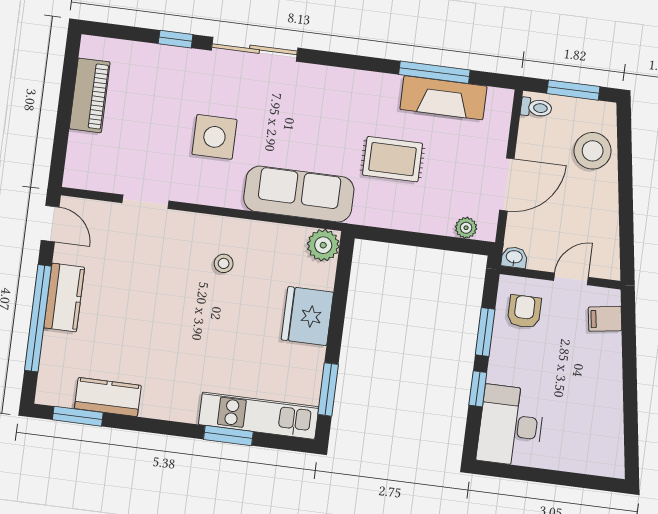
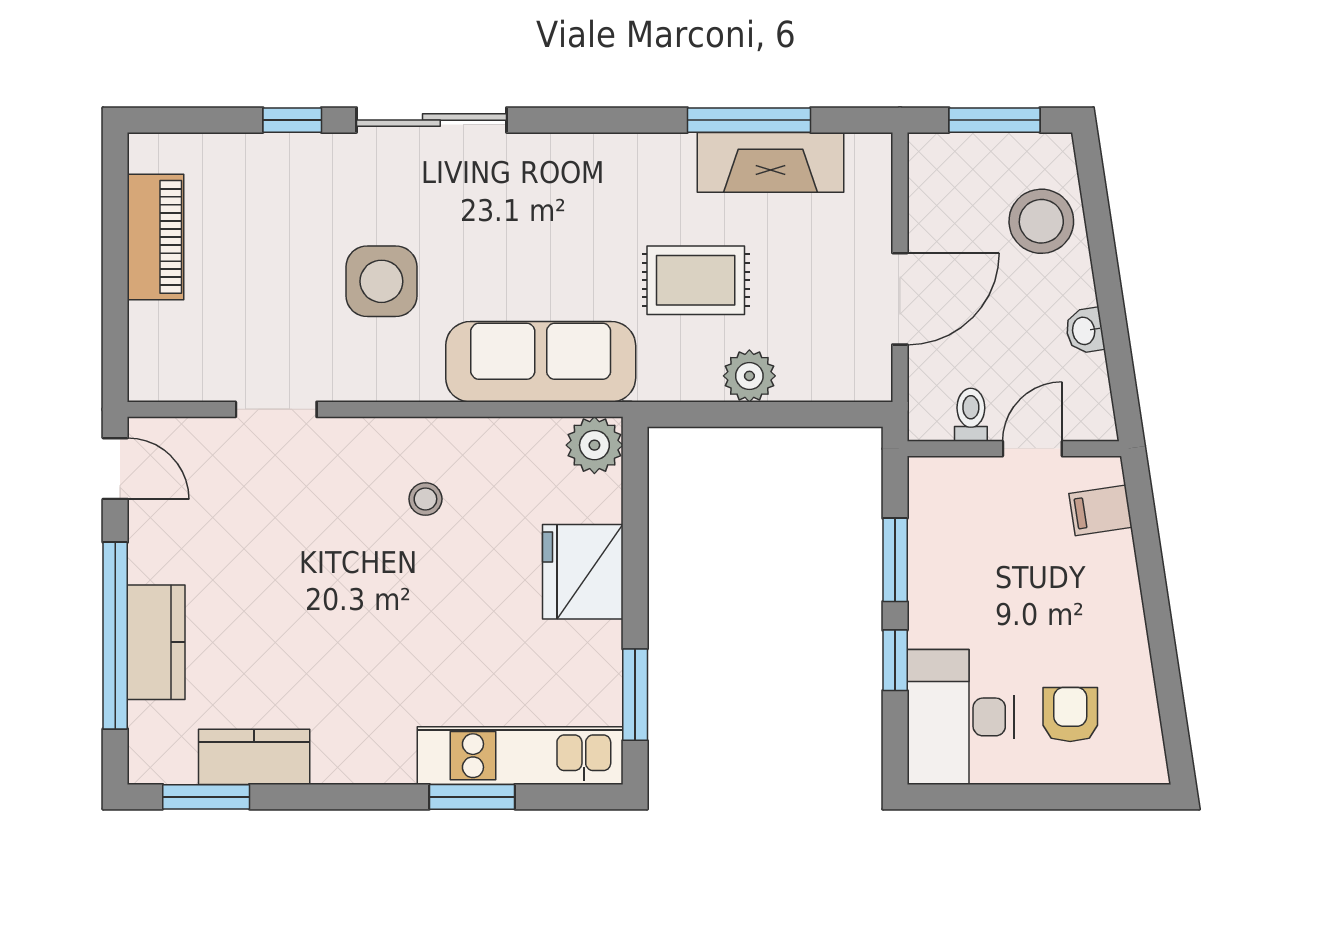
toilet: (536, 108) -> (971, 415), moved, turned -90
plant: (466, 228) -> (749, 376), moved, width x1.38, depth x1.38
washbasin: (514, 257) -> (1085, 331), moved, turned -99
kitchen counter: (64, 298) -> (156, 642), moved
armchair: (524, 312) -> (1070, 714), moved

